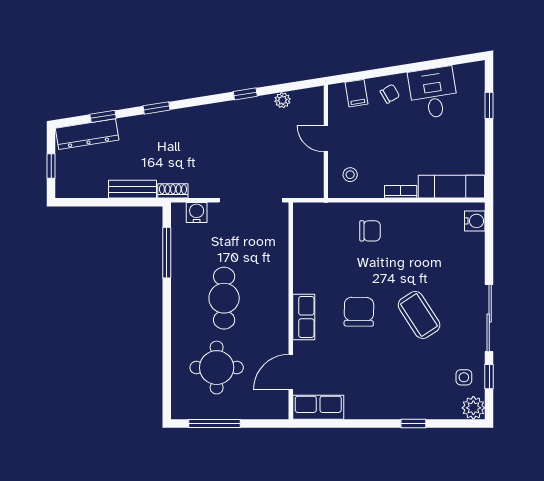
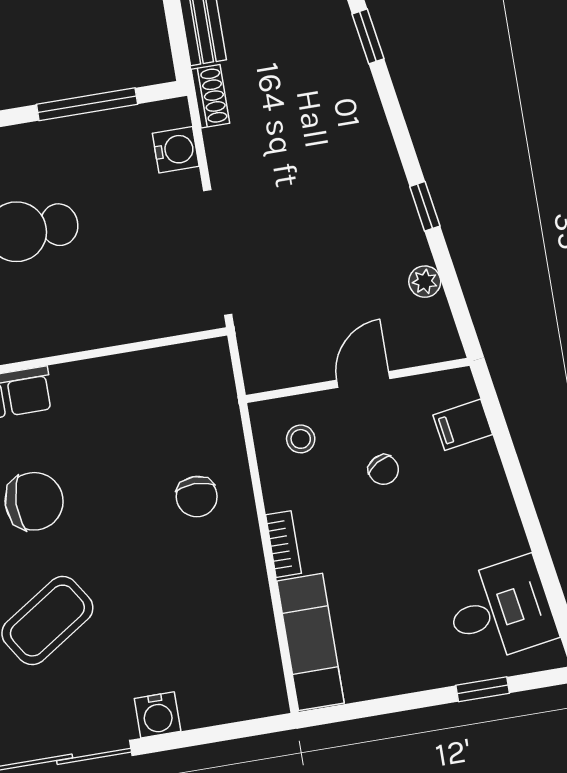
desk: (433, 93) -> (500, 610), moved
chair: (390, 94) -> (383, 470), moved
water cooler: (475, 221) -> (158, 715), moved

